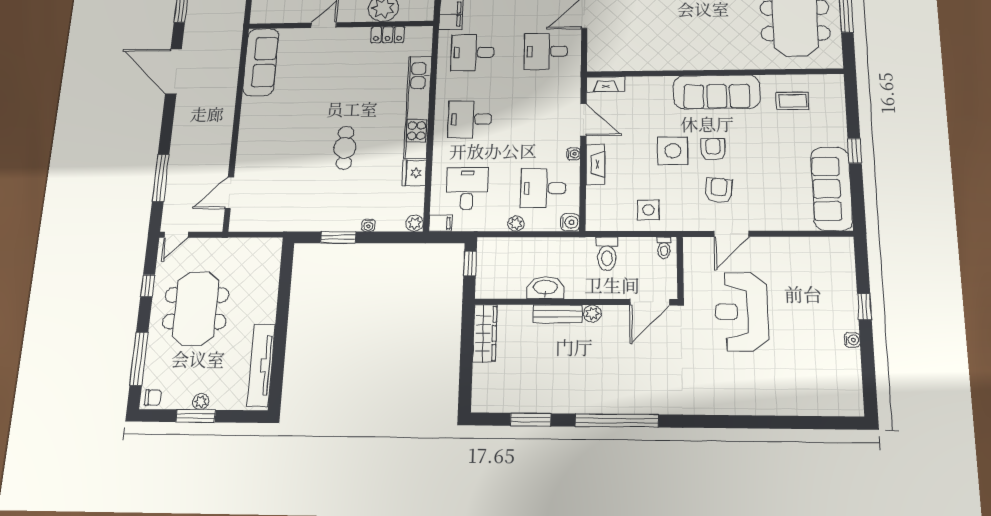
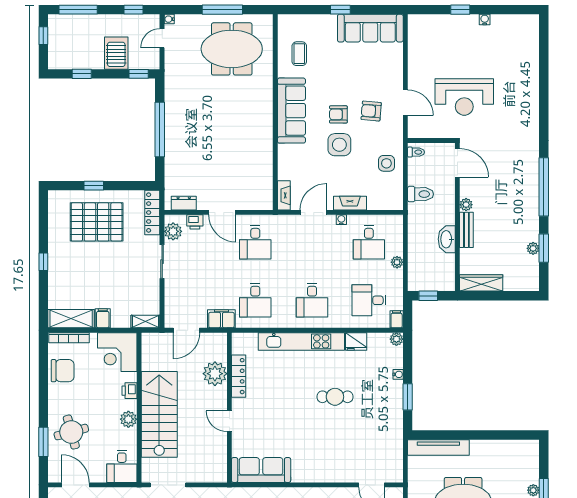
locker: (388, 35) -> (239, 376), width x1.53
water cooler: (570, 222) -> (396, 222), removed
tv unit: (261, 365) -> (438, 448), moved
plant: (530, 405) -> (533, 248), added

